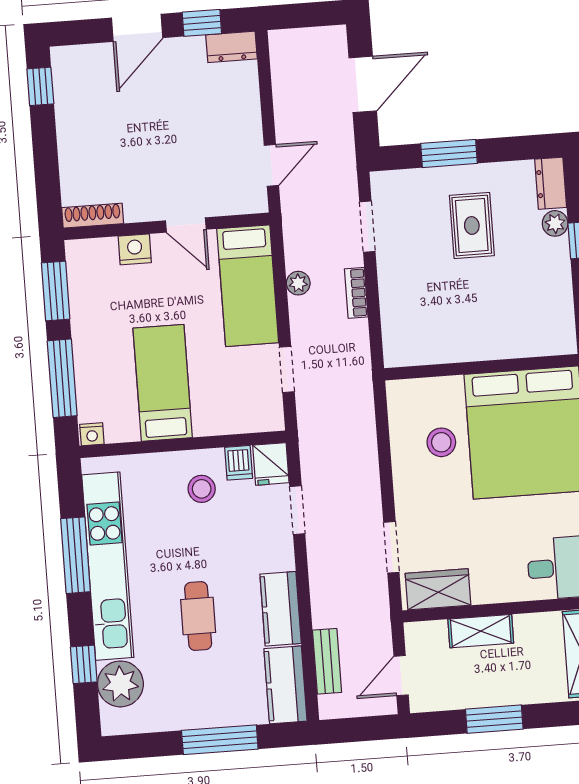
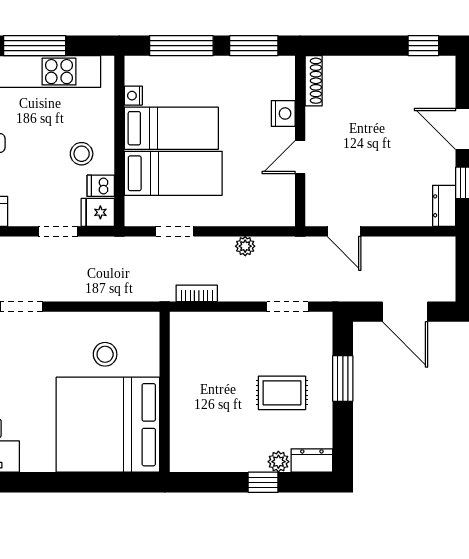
bed: (248, 286) -> (173, 173), moved, turned 180
bookcase: (356, 293) -> (197, 293), moved
nightstand: (92, 434) -> (133, 96), moved

